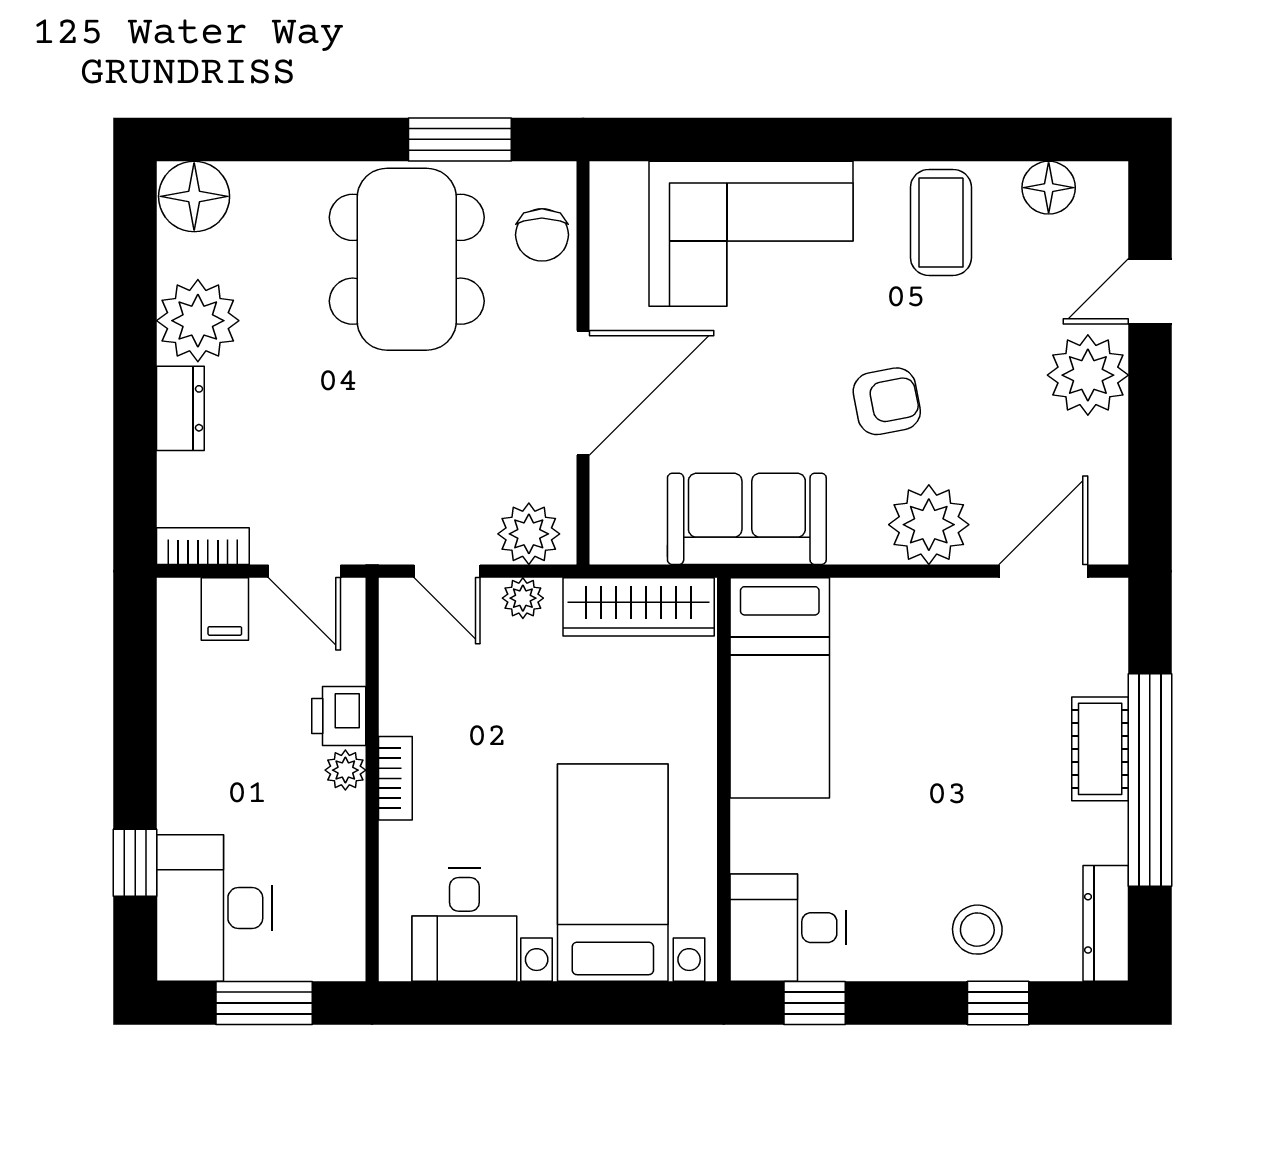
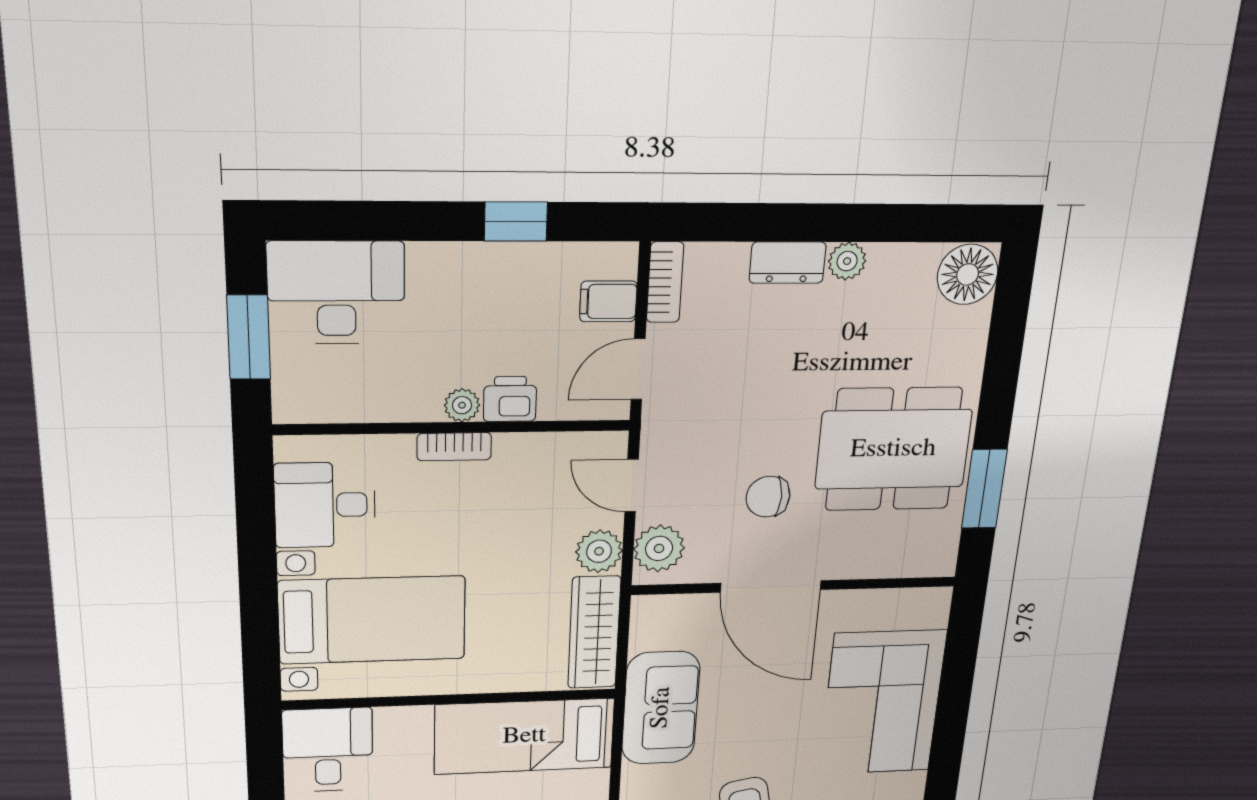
chair: (542, 235) -> (768, 497), moved
plant: (198, 321) -> (847, 261), width x0.53, depth x0.53
door: (447, 571) -> (632, 486), hinge flipped
plant: (523, 598) -> (599, 551), width x1.38, depth x1.38
window: (135, 863) -> (516, 221), moved
window: (815, 1003) -> (265, 771), removed

